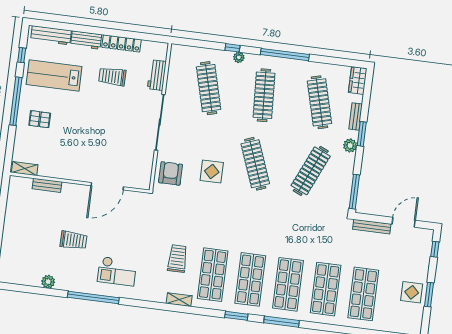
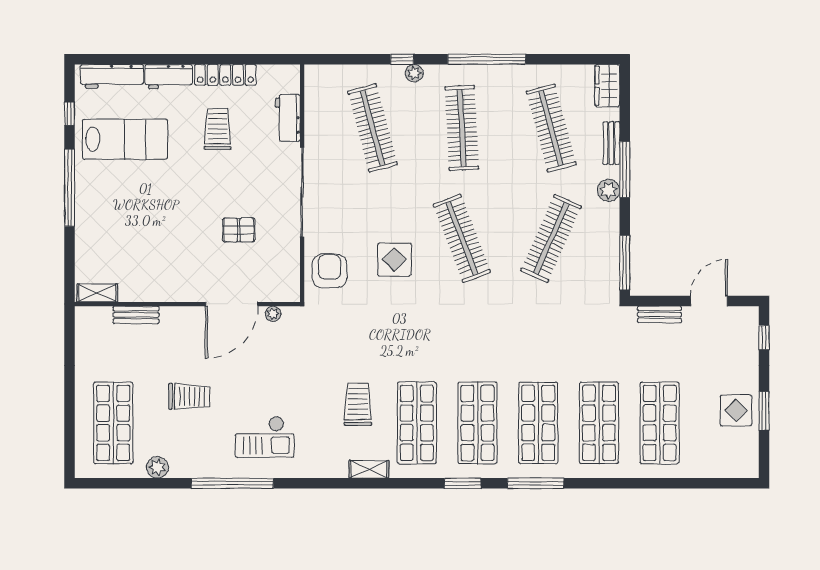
lab bench: (54, 75) -> (125, 139), turned 180
trolley: (112, 77) -> (218, 129), turned 90
pallet: (40, 119) -> (239, 230), moved
window: (362, 134) -> (625, 170), width x1.44
plant: (132, 195) -> (273, 314), added
bench: (372, 227) -> (659, 314), width x0.73
shop shelf: (24, 251) -> (113, 423), added

